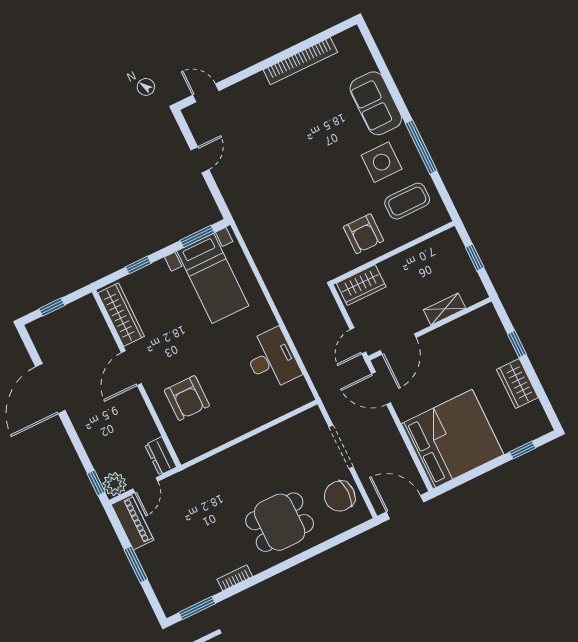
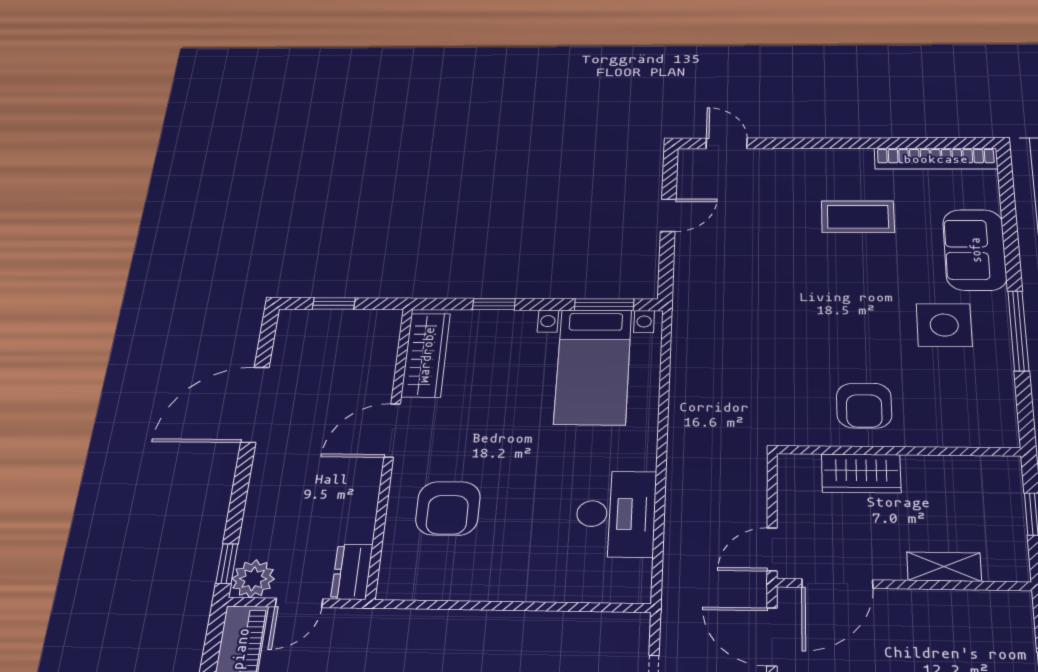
bookcase: (300, 61) -> (936, 159), moved
coffee table: (407, 201) -> (858, 217), moved
wardrobe: (361, 285) -> (861, 473), moved

